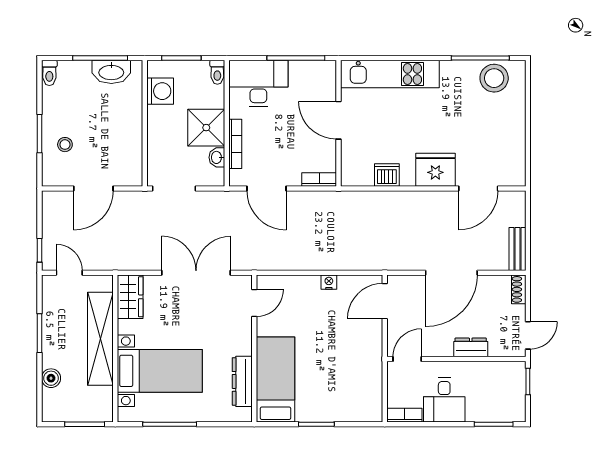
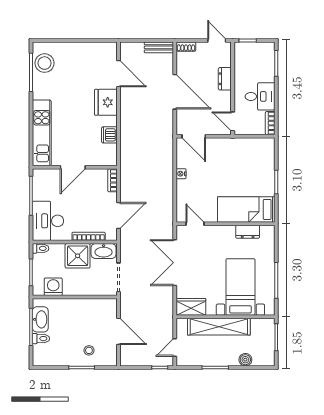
toilet: (49, 73) -> (41, 339), moved
washbasin: (217, 157) -> (104, 251), width x1.91, depth x1.45
dresser: (242, 381) -> (248, 232), width x0.70

